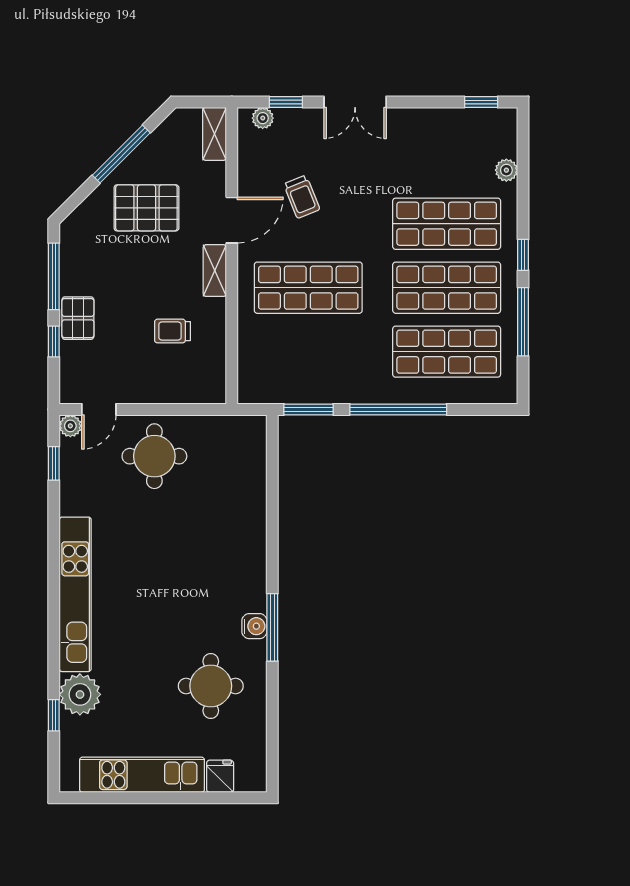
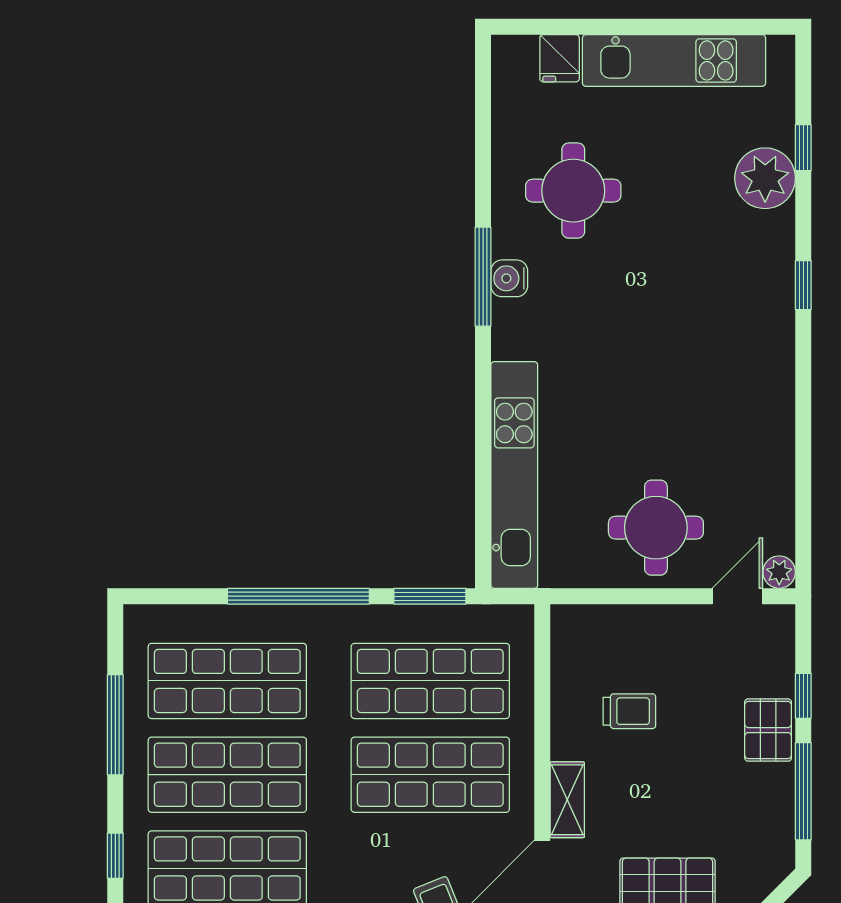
window: (523, 255) -> (115, 856), moved
shop shelf: (308, 352) -> (430, 681), added
window: (54, 463) -> (803, 285), moved
kitchen unit: (75, 594) -> (514, 475), moved, turned 180

